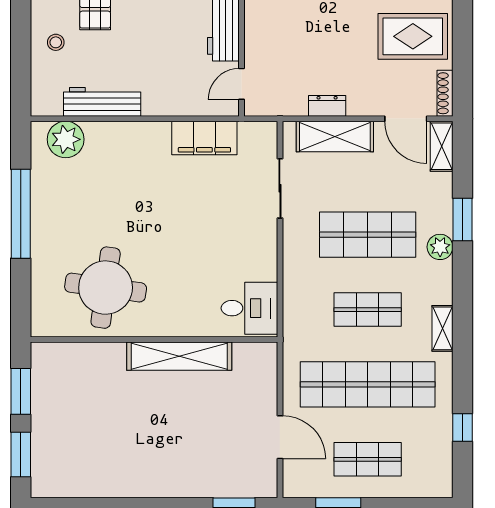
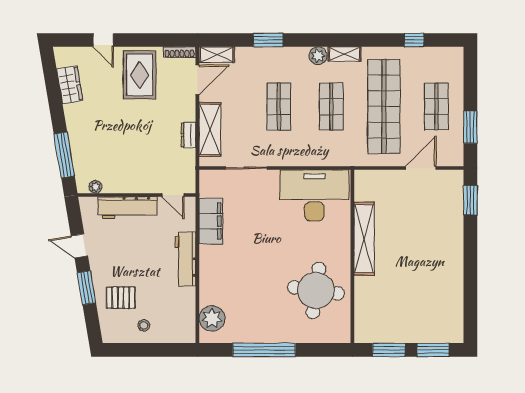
workbench: (102, 102) -> (186, 259), moved
shop shelf: (368, 235) -> (279, 107), width x0.70, depth x0.74
plant: (440, 247) -> (318, 56), moved
desk: (249, 308) -> (314, 195), width x1.87, depth x1.30

